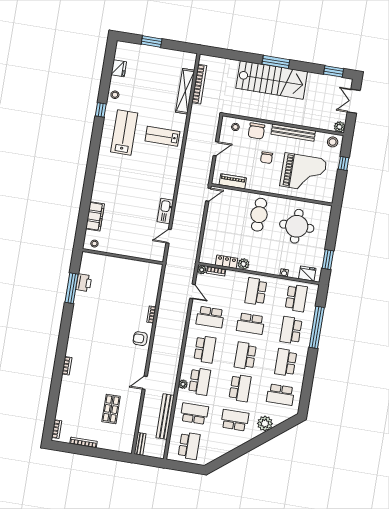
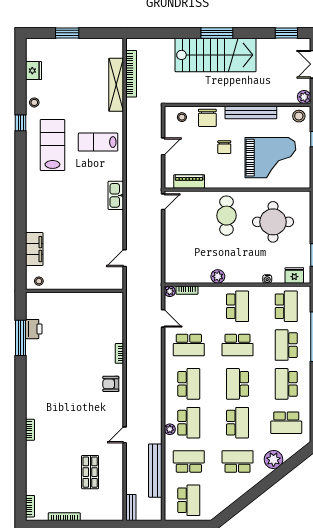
kitchen sink: (165, 211) -> (116, 195), moved
locker: (227, 262) -> (197, 277), removed
school desk: (256, 291) -> (238, 306), turned 180

